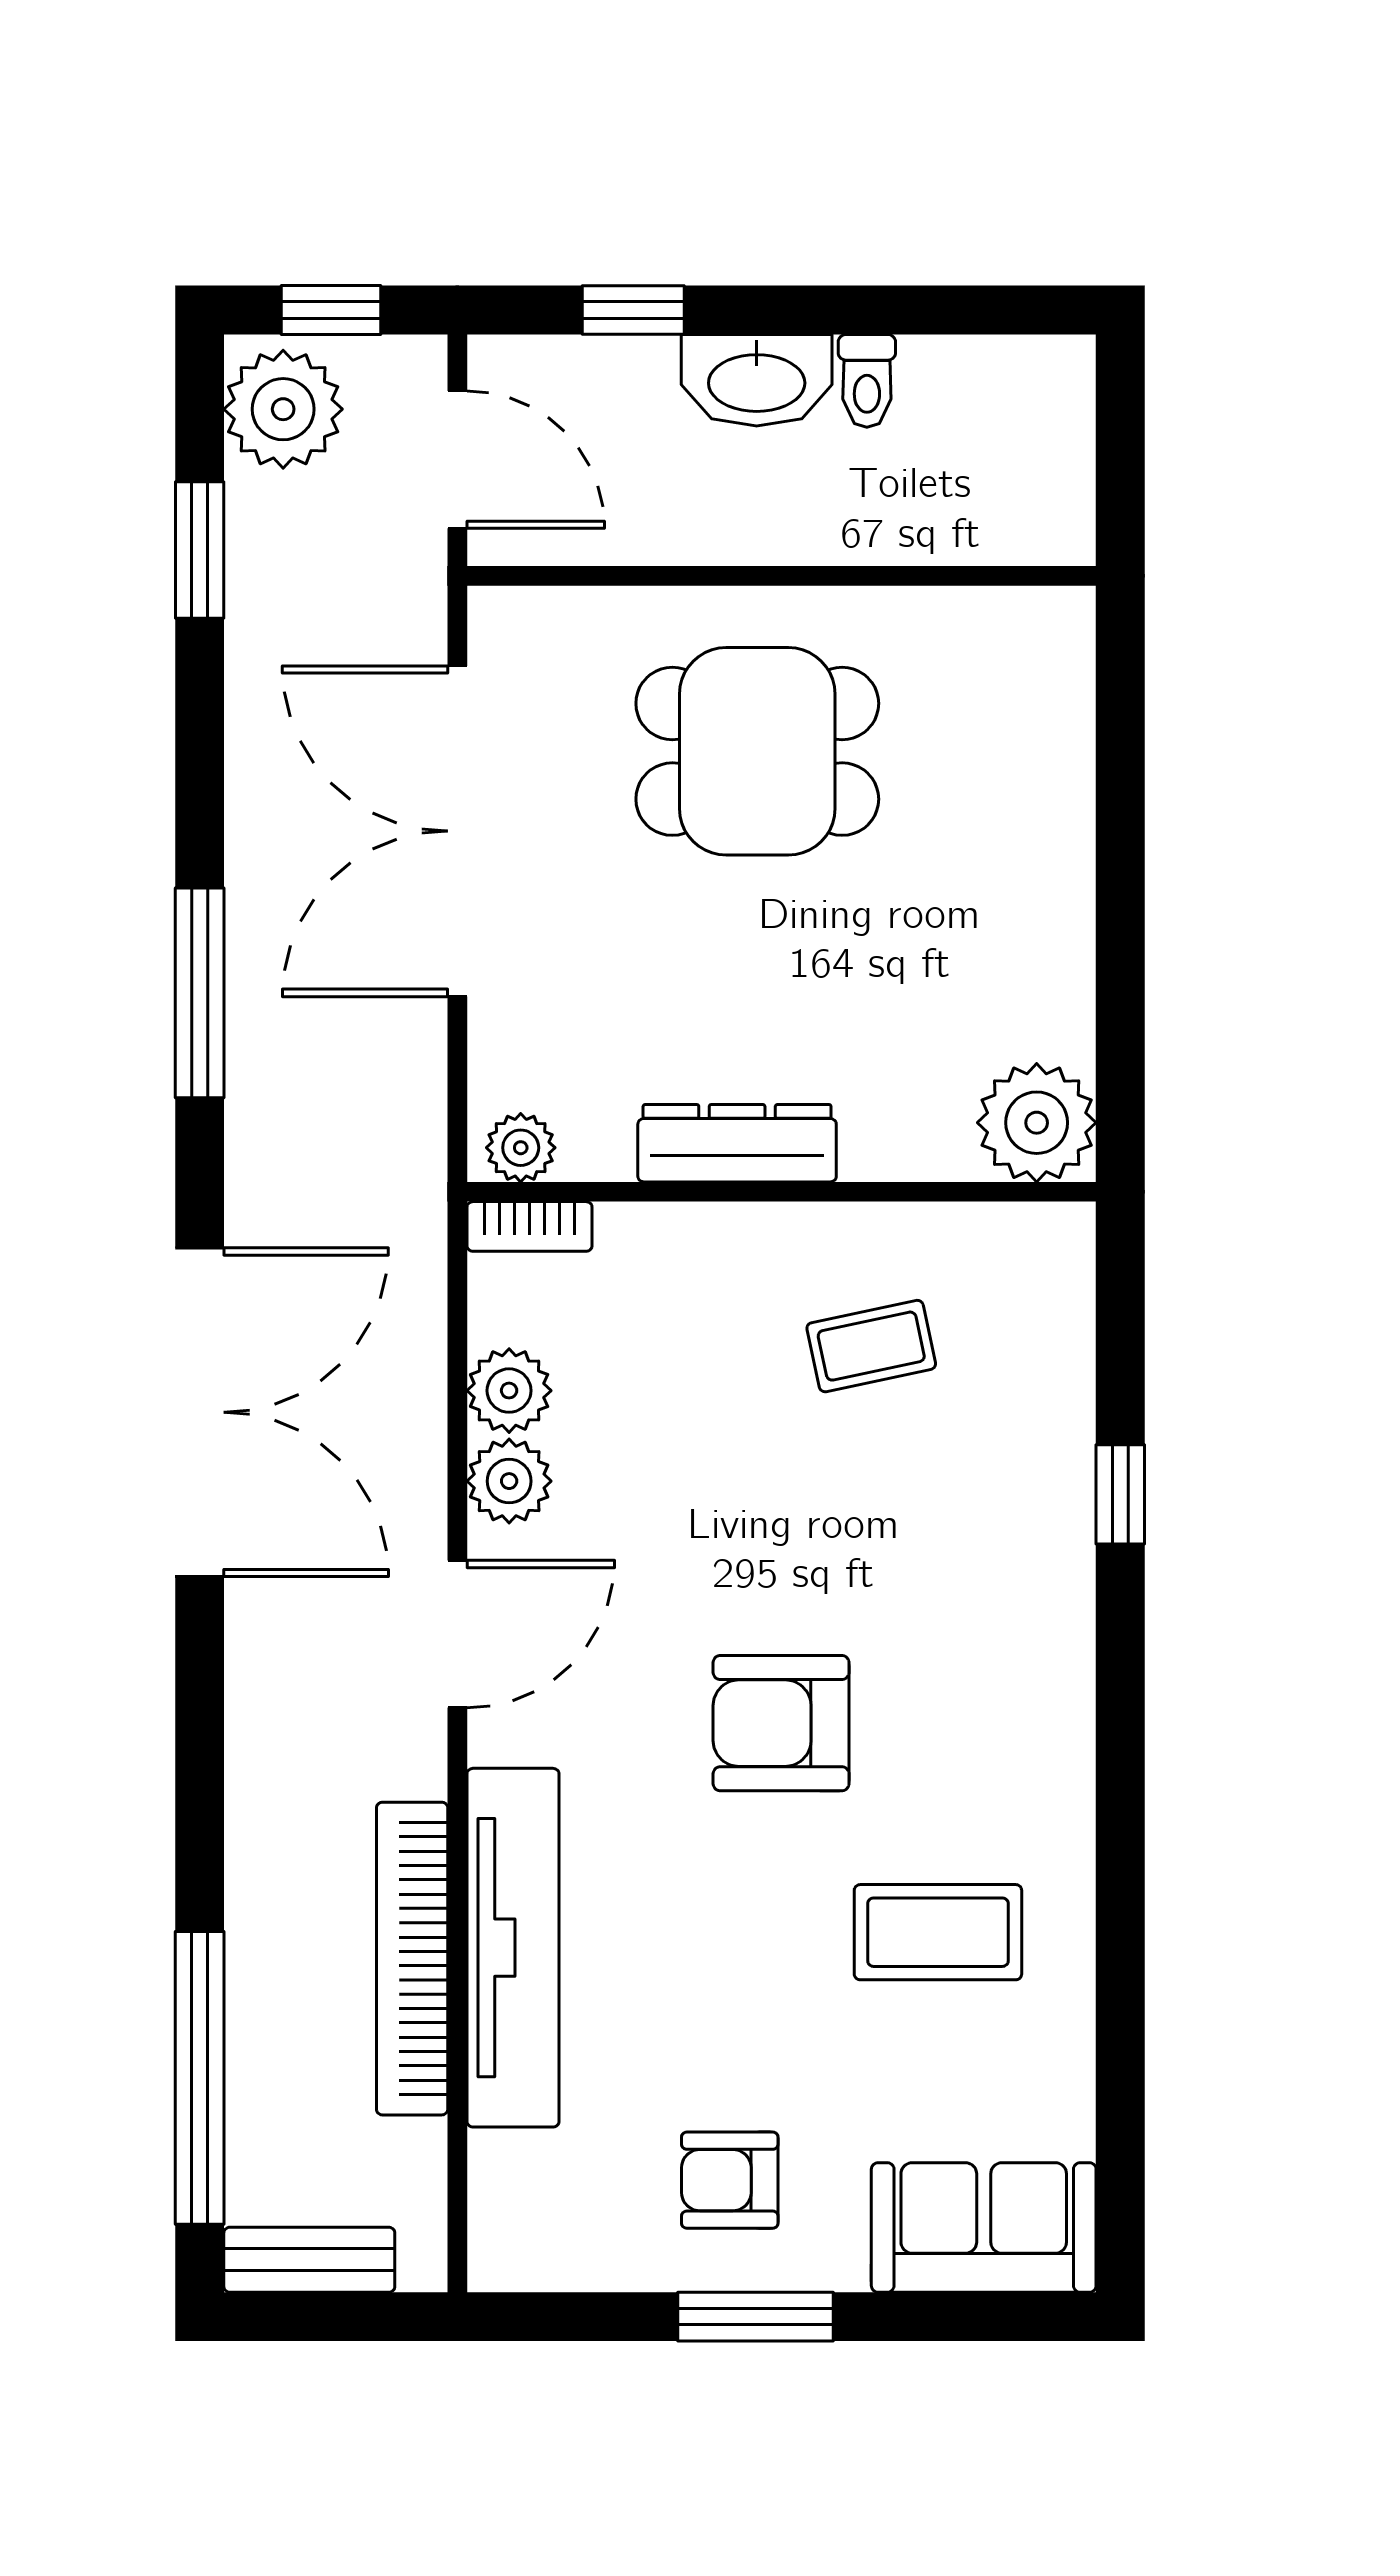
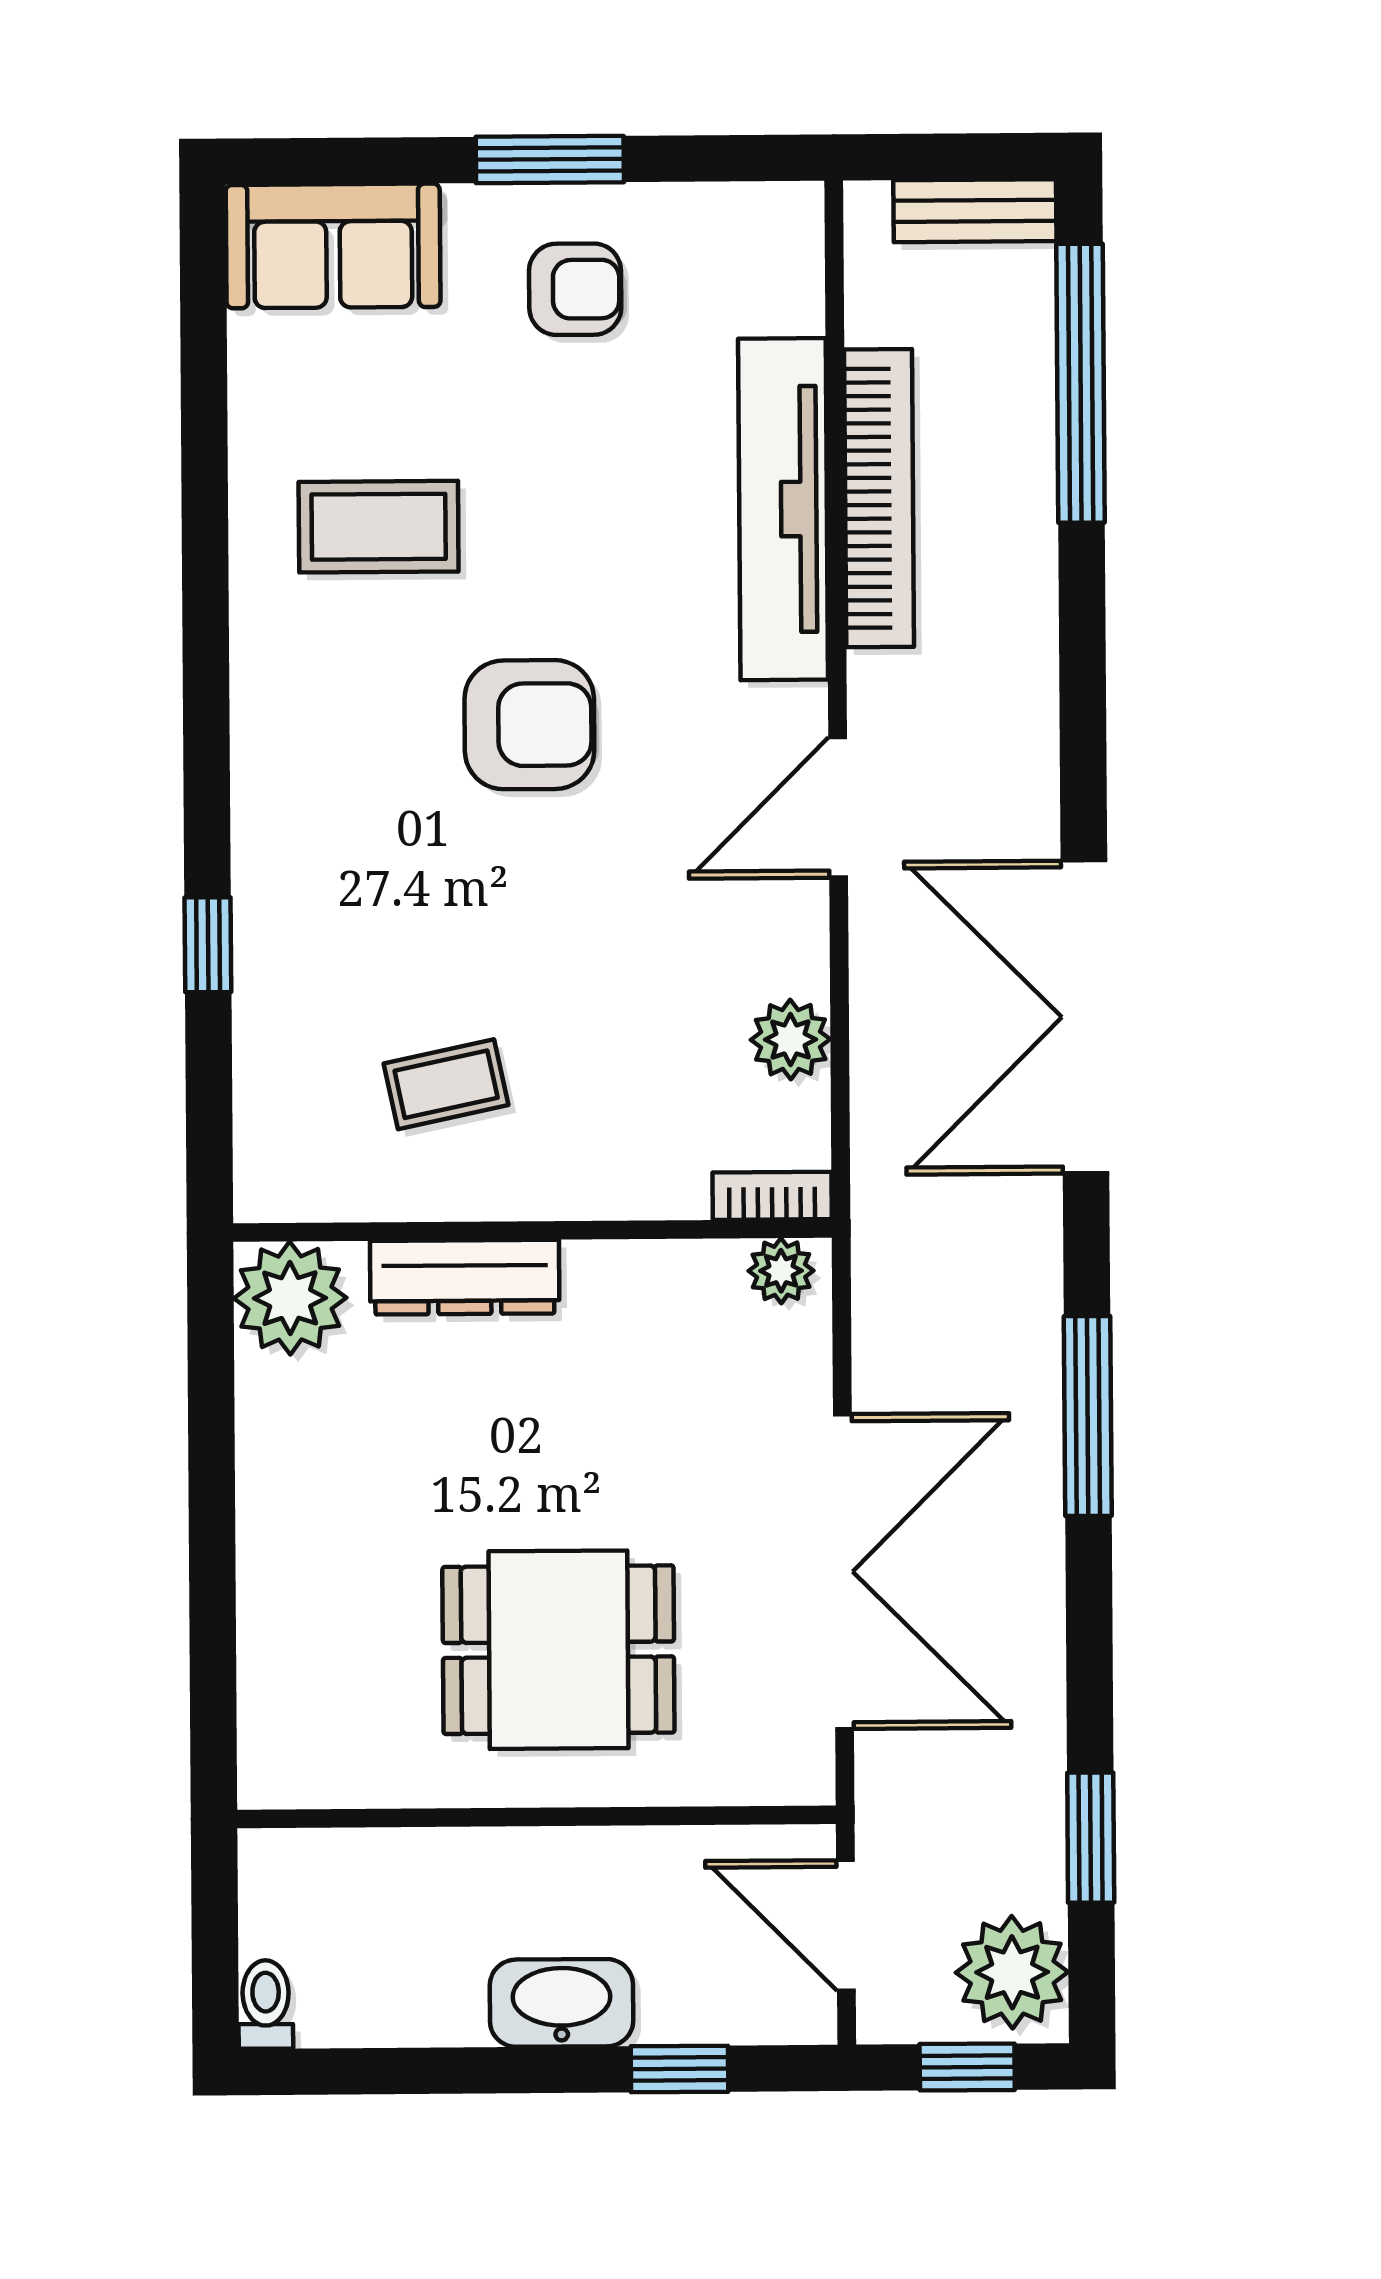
toilet: (867, 381) -> (266, 2004), moved
dresser: (737, 1143) -> (465, 1277), moved
plant: (509, 1481) -> (790, 953), removed

